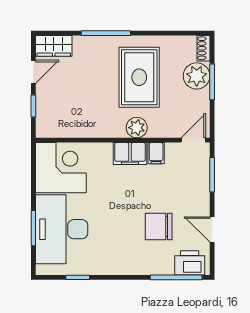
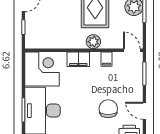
door: (193, 140) -> (132, 50), hinge flipped
filing cabinet: (130, 154) -> (78, 59), moved
chair: (159, 227) -> (108, 109), turned 90

